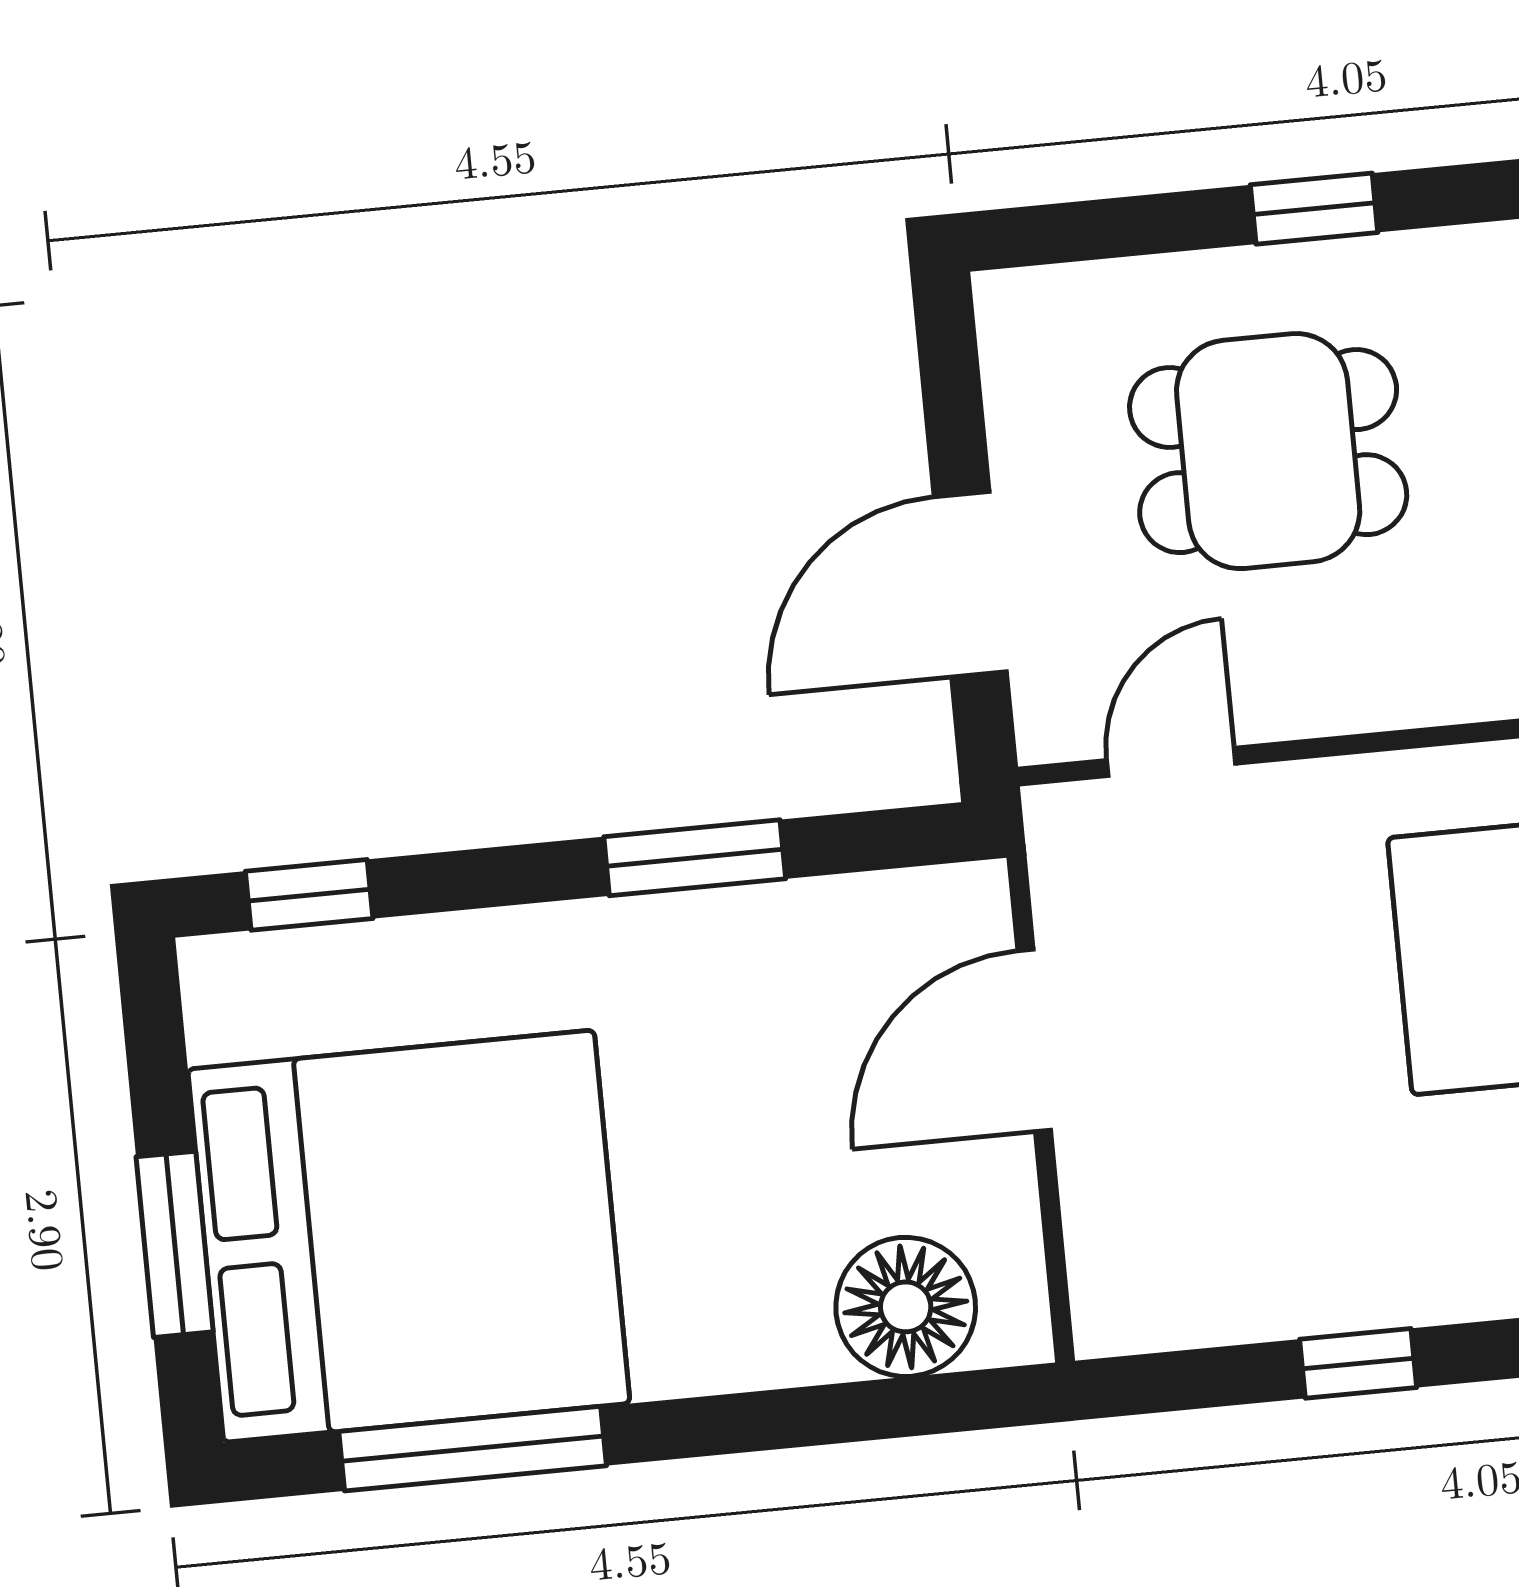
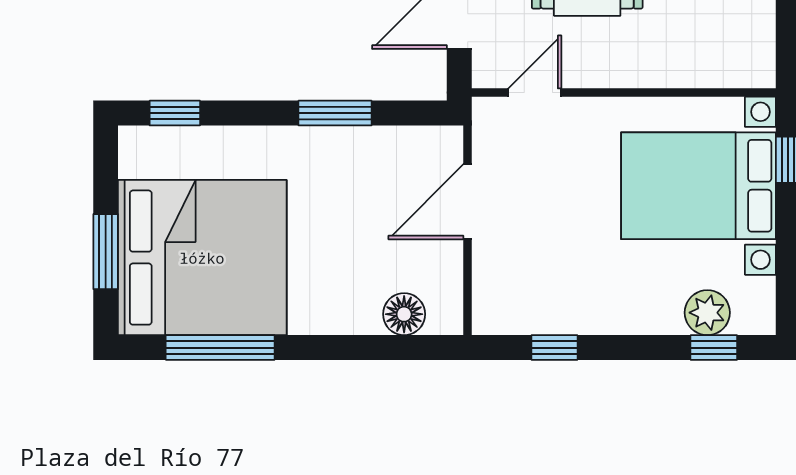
floor lamp: (906, 1307) -> (404, 314), width x0.73, depth x0.73
window: (1358, 1363) -> (554, 348), moved

